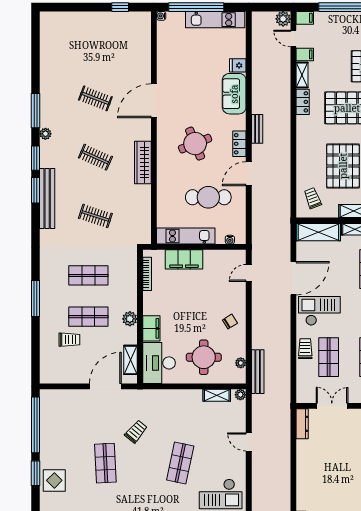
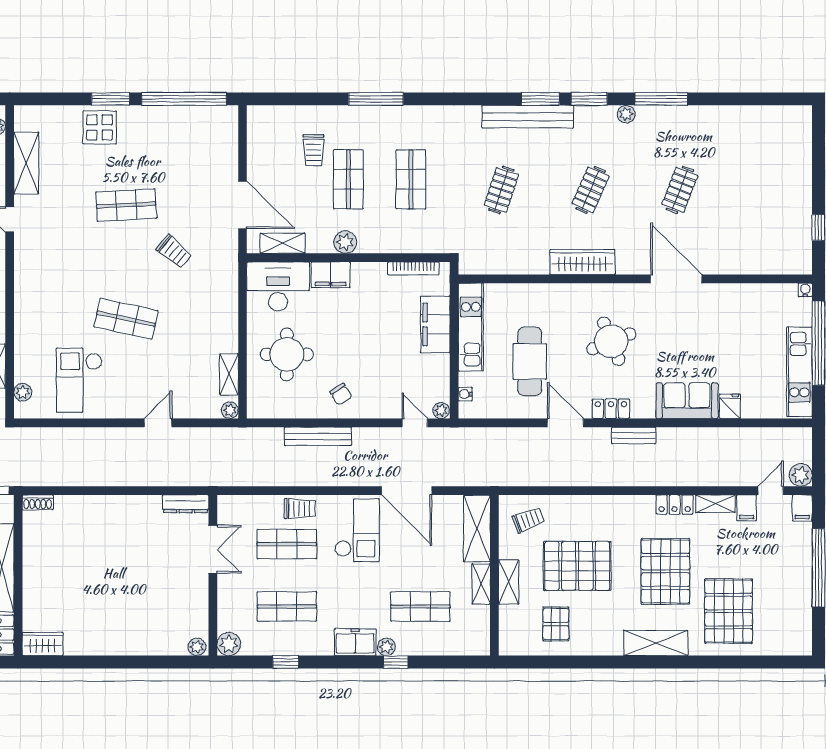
plant: (241, 363) -> (441, 411), moved
bench: (258, 372) -> (318, 436), moved

